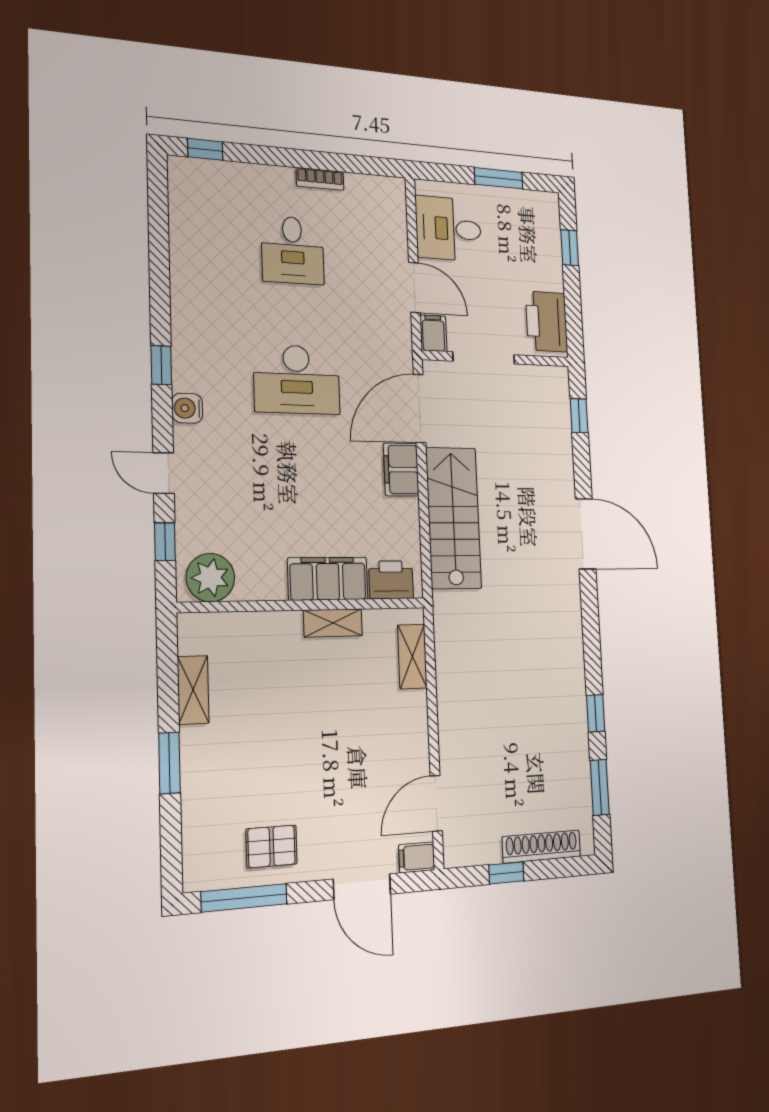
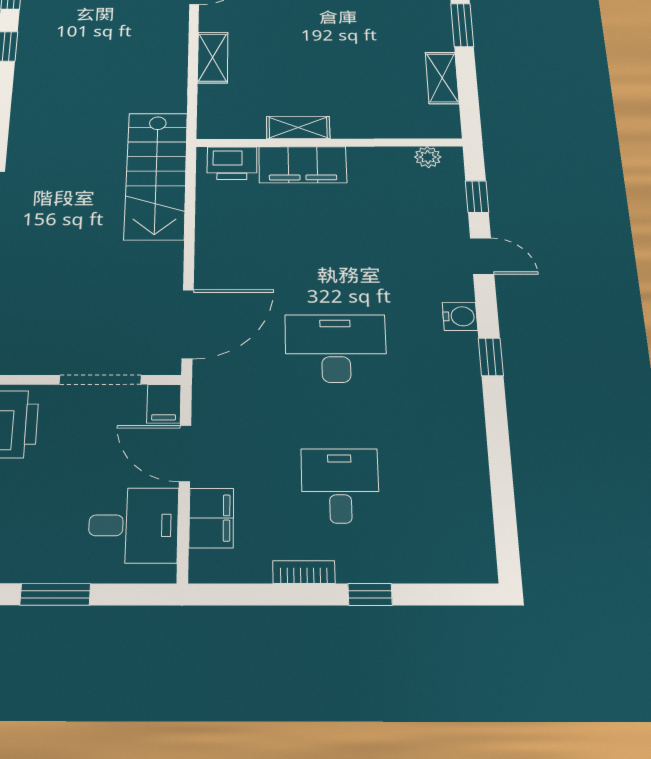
window: (205, 149) -> (370, 594), moved
filing cabinet: (401, 470) -> (211, 518), moved
stairs: (454, 518) -> (156, 175), moved
plant: (210, 578) -> (428, 157), width x0.53, depth x0.53
shelving: (412, 657) -> (213, 58), moved

